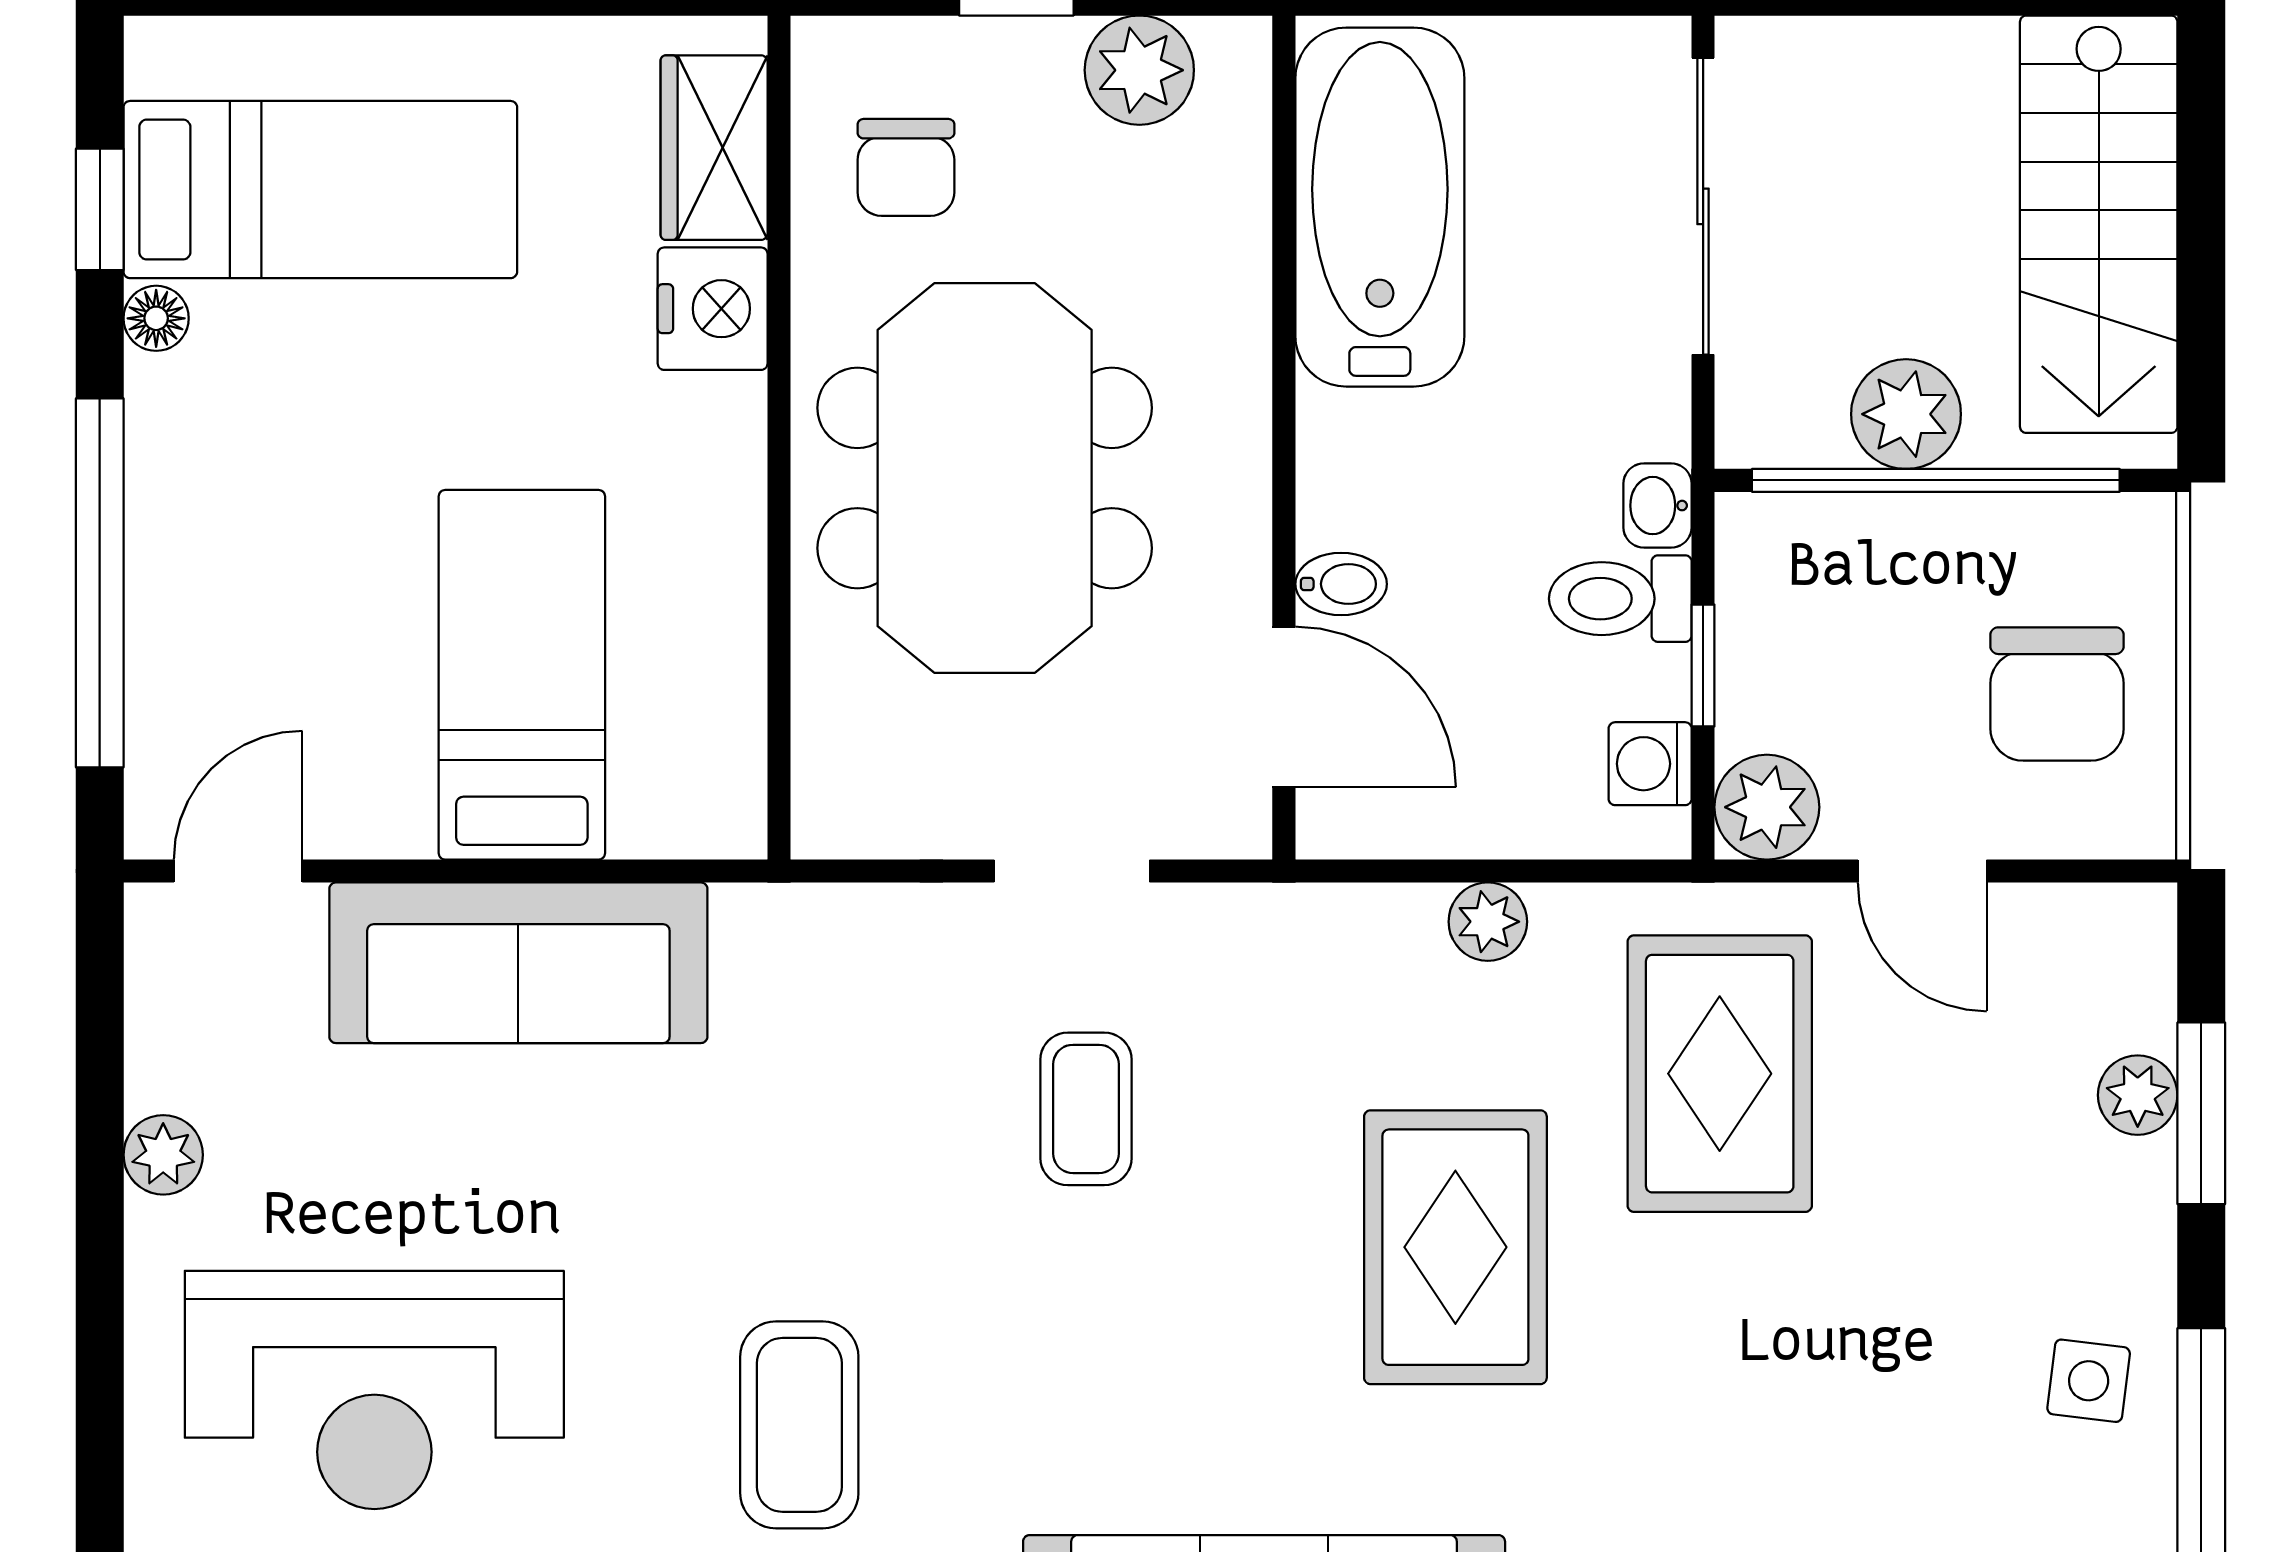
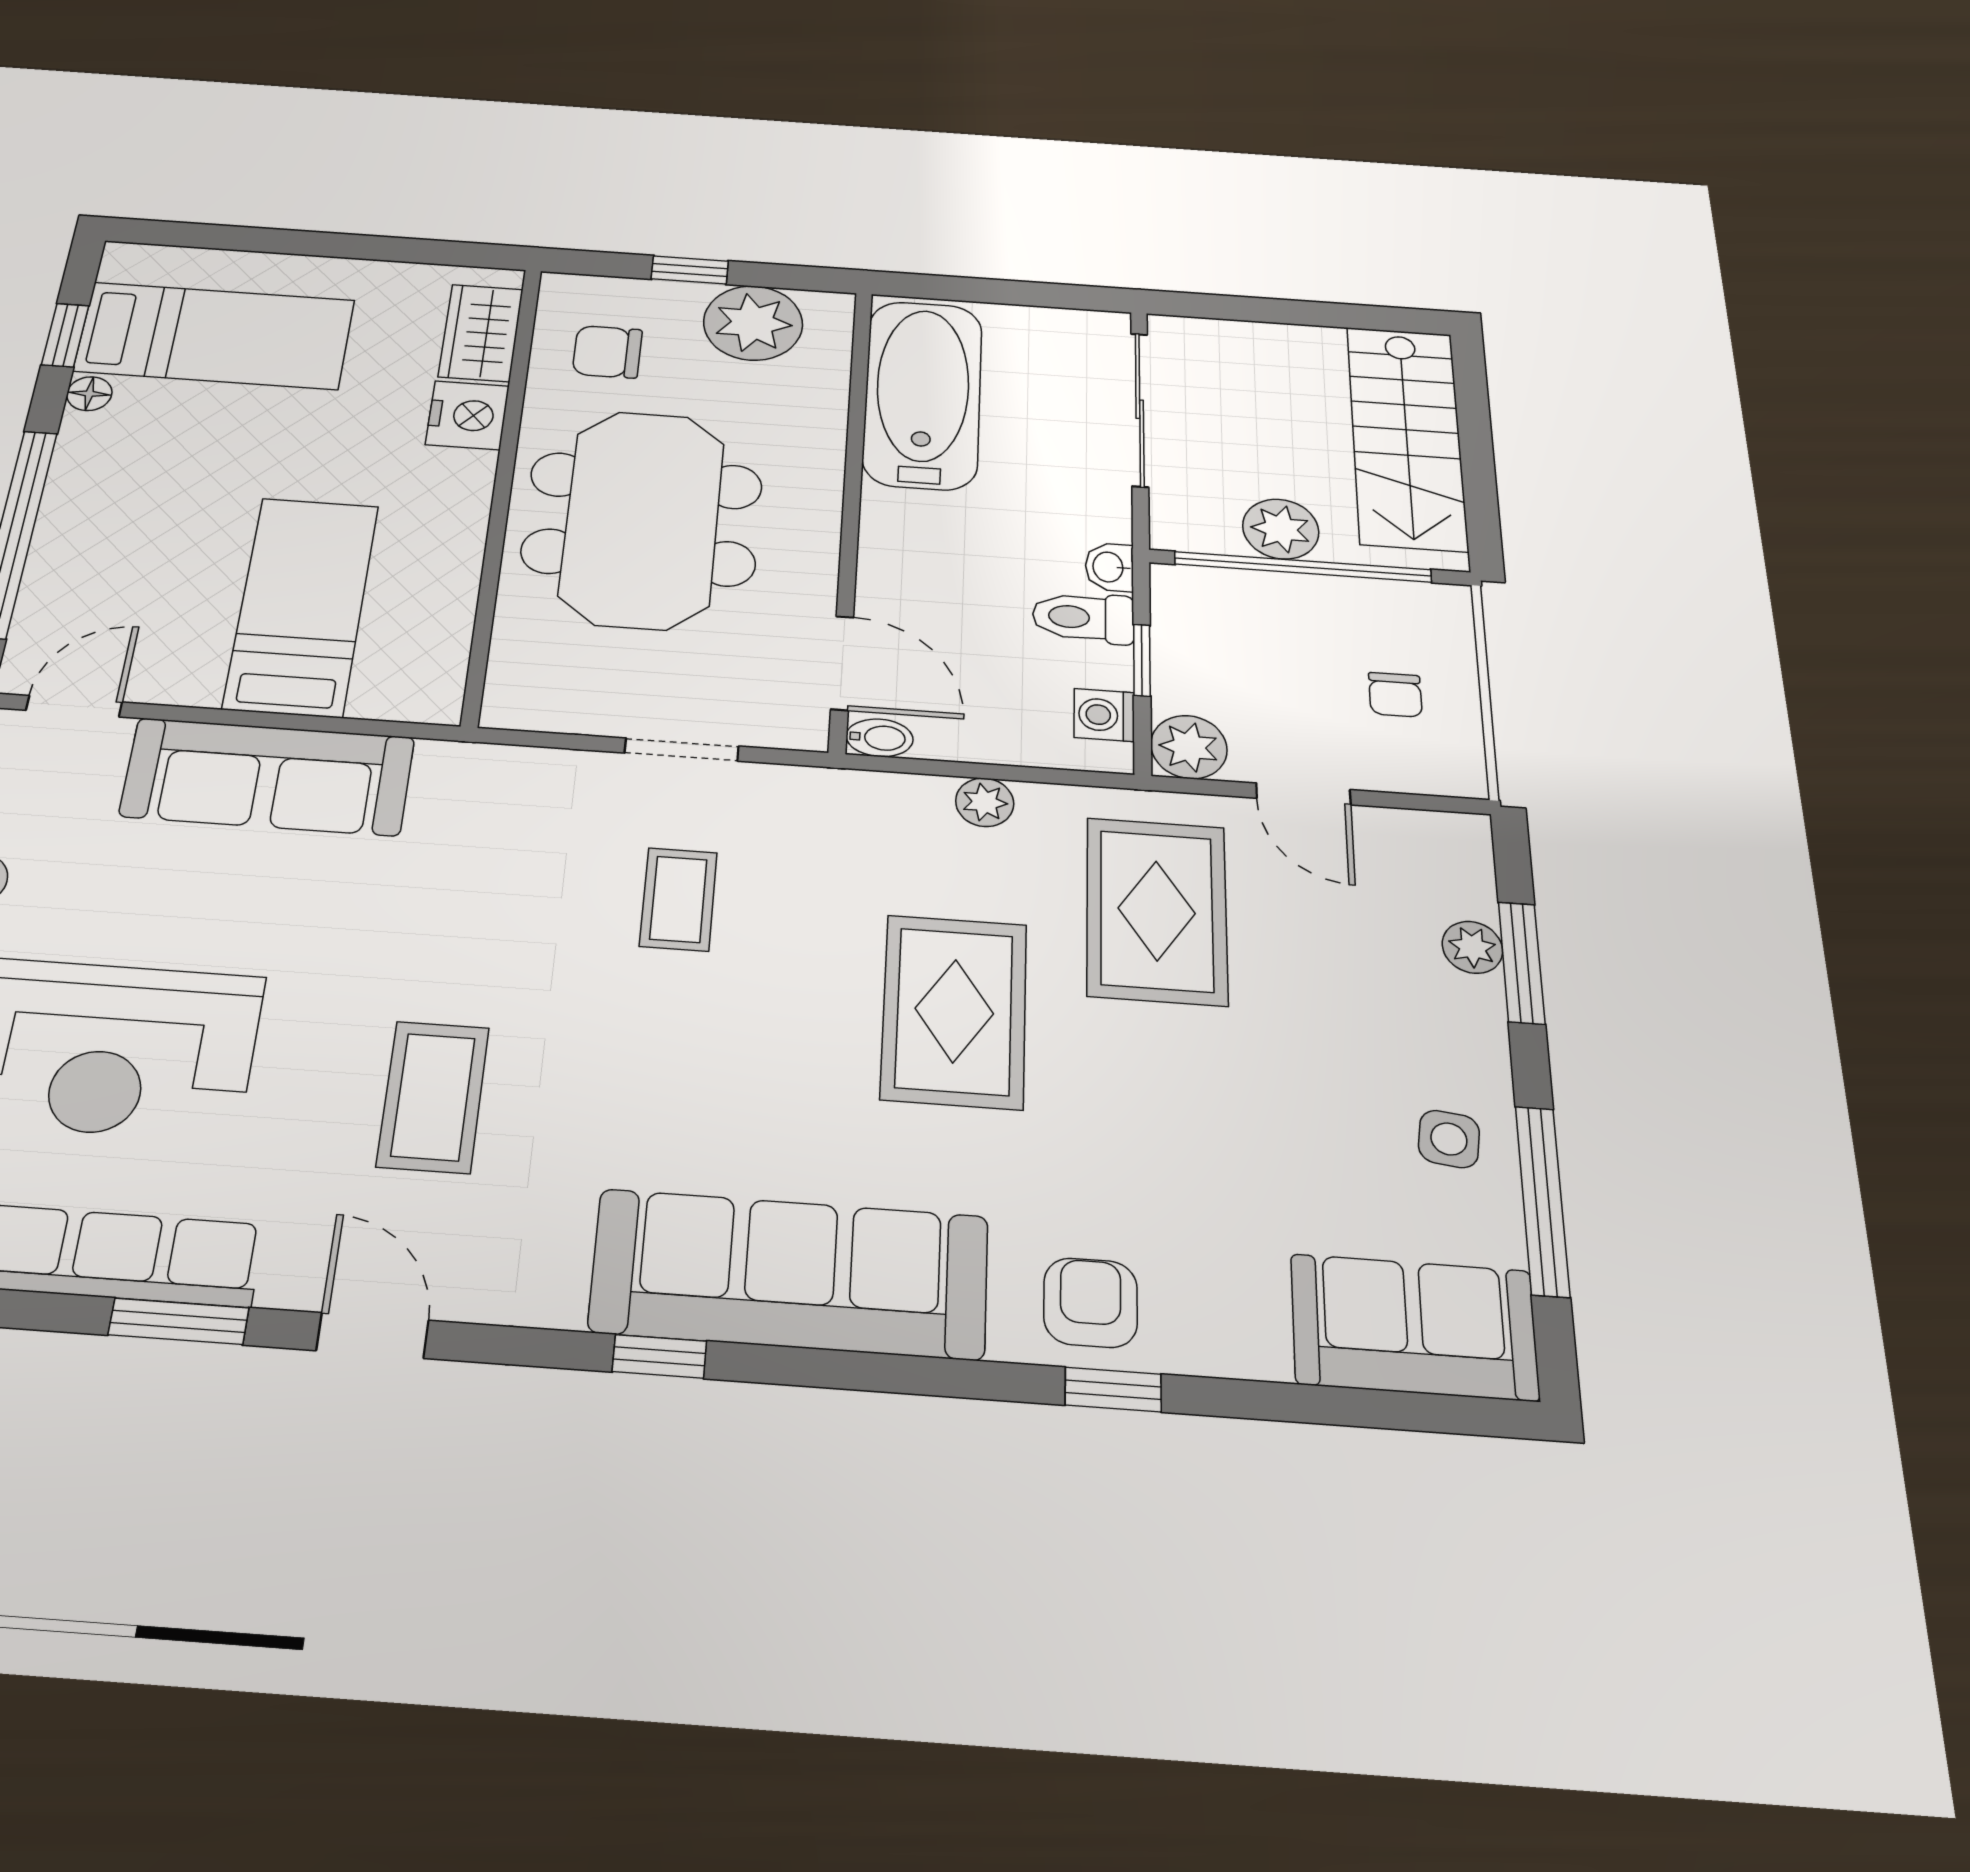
plant: (1139, 70) -> (753, 323), width x1.36, depth x1.36
chair: (906, 167) -> (607, 352), turned 90
bidet: (1341, 584) -> (880, 738), moved
chair: (2057, 694) -> (1395, 695), width x0.54, depth x0.54

